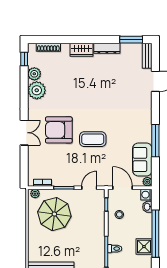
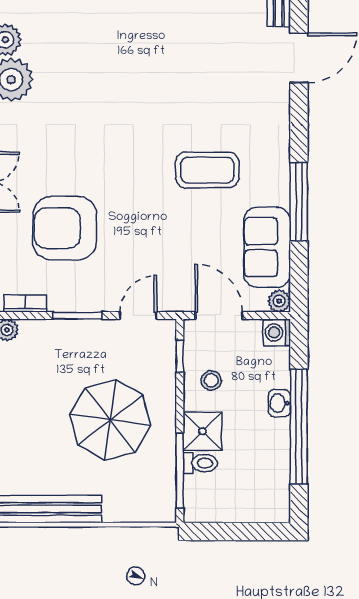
armchair: (59, 130) -> (65, 228), moved
coffee table: (93, 139) -> (207, 170), moved
washbasin: (147, 207) -> (279, 403), moved
parasol: (54, 214) -> (110, 420), moved
shower: (144, 247) -> (202, 431), moved

